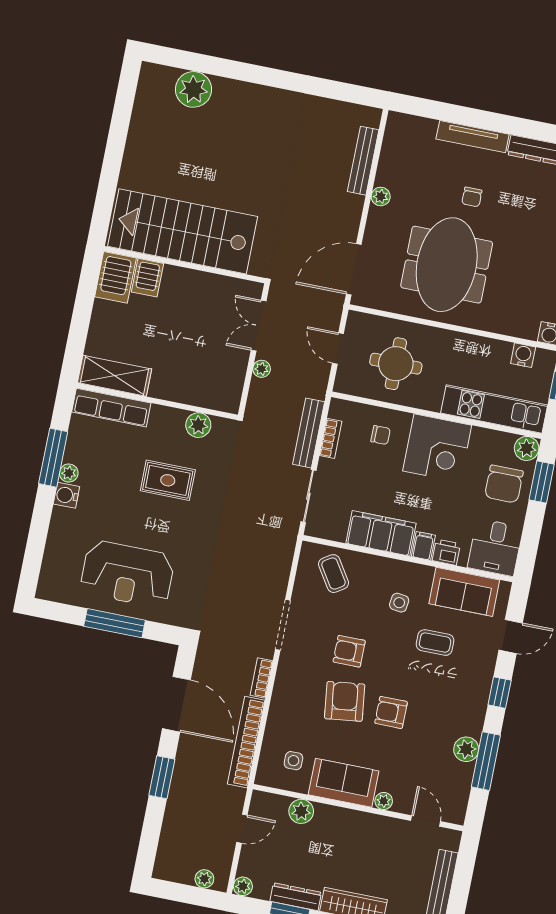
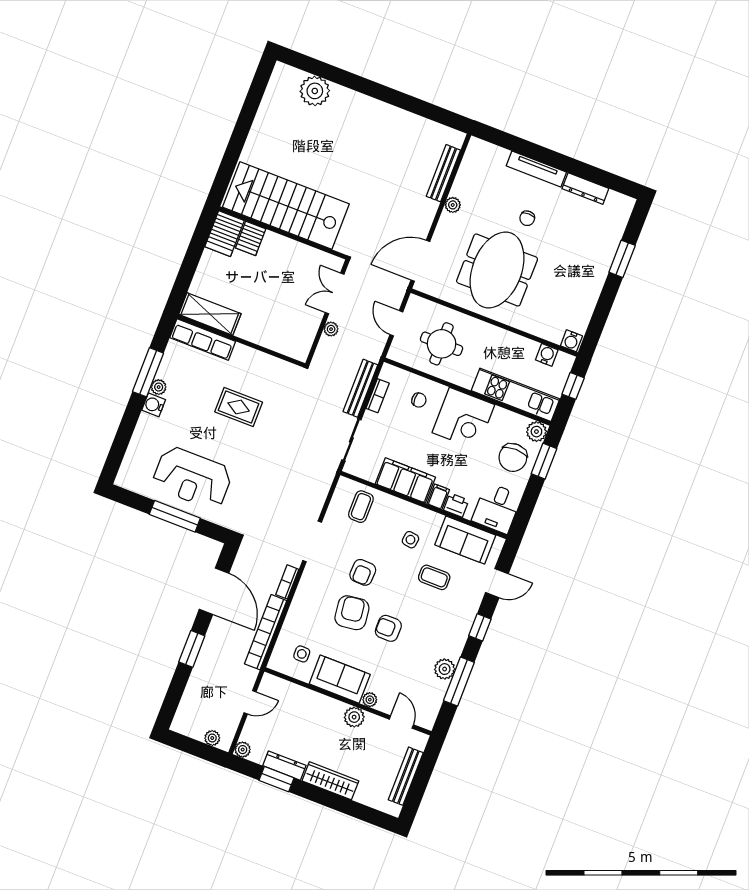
plant: (198, 425) -> (271, 366), removed
coffee table: (334, 574) -> (361, 507), turned 33
armchair: (349, 651) -> (363, 572), turned -88
plant: (301, 811) -> (354, 717), moved

